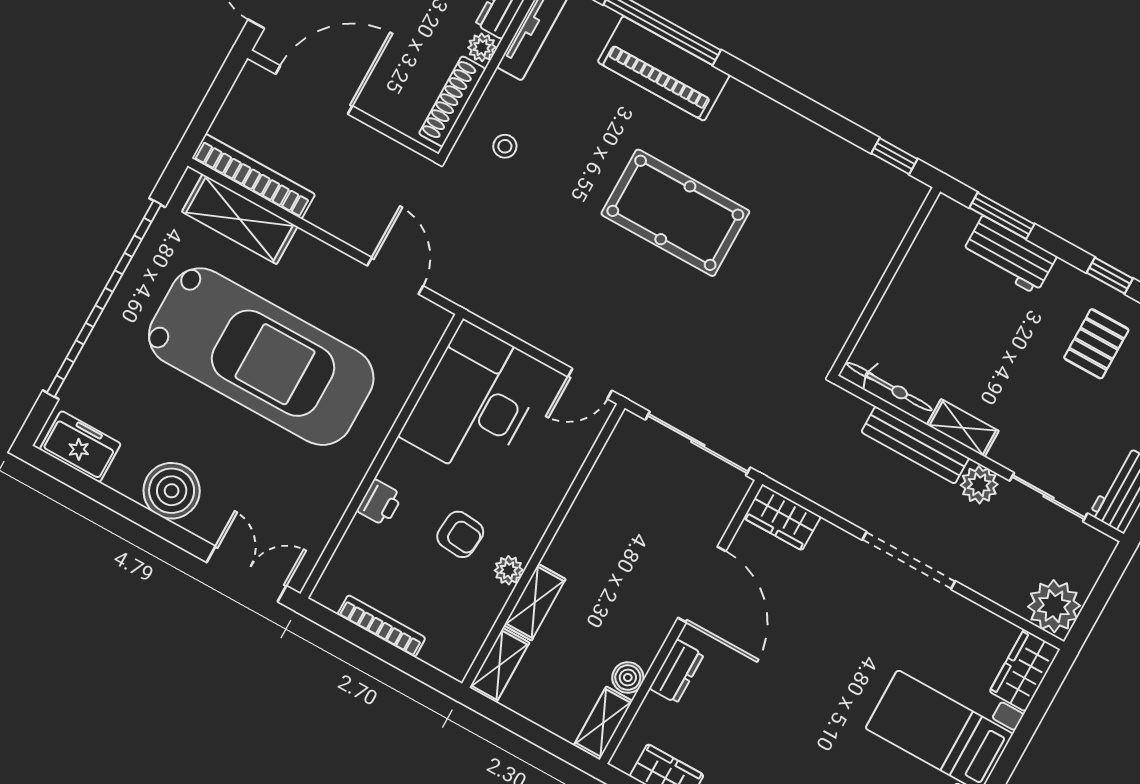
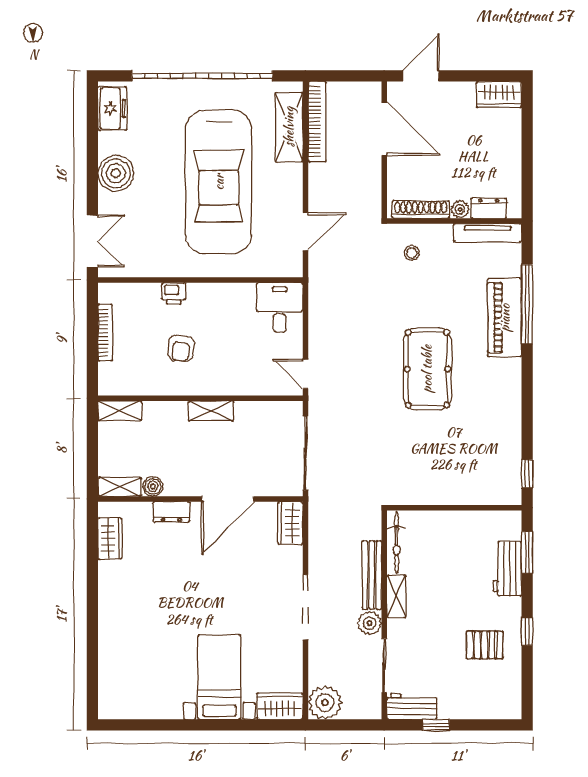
desk: (474, 402) -> (280, 308), width x0.53, depth x0.77
plant: (509, 570) -> (176, 386), removed
shelving: (535, 602) -> (211, 411), moved

